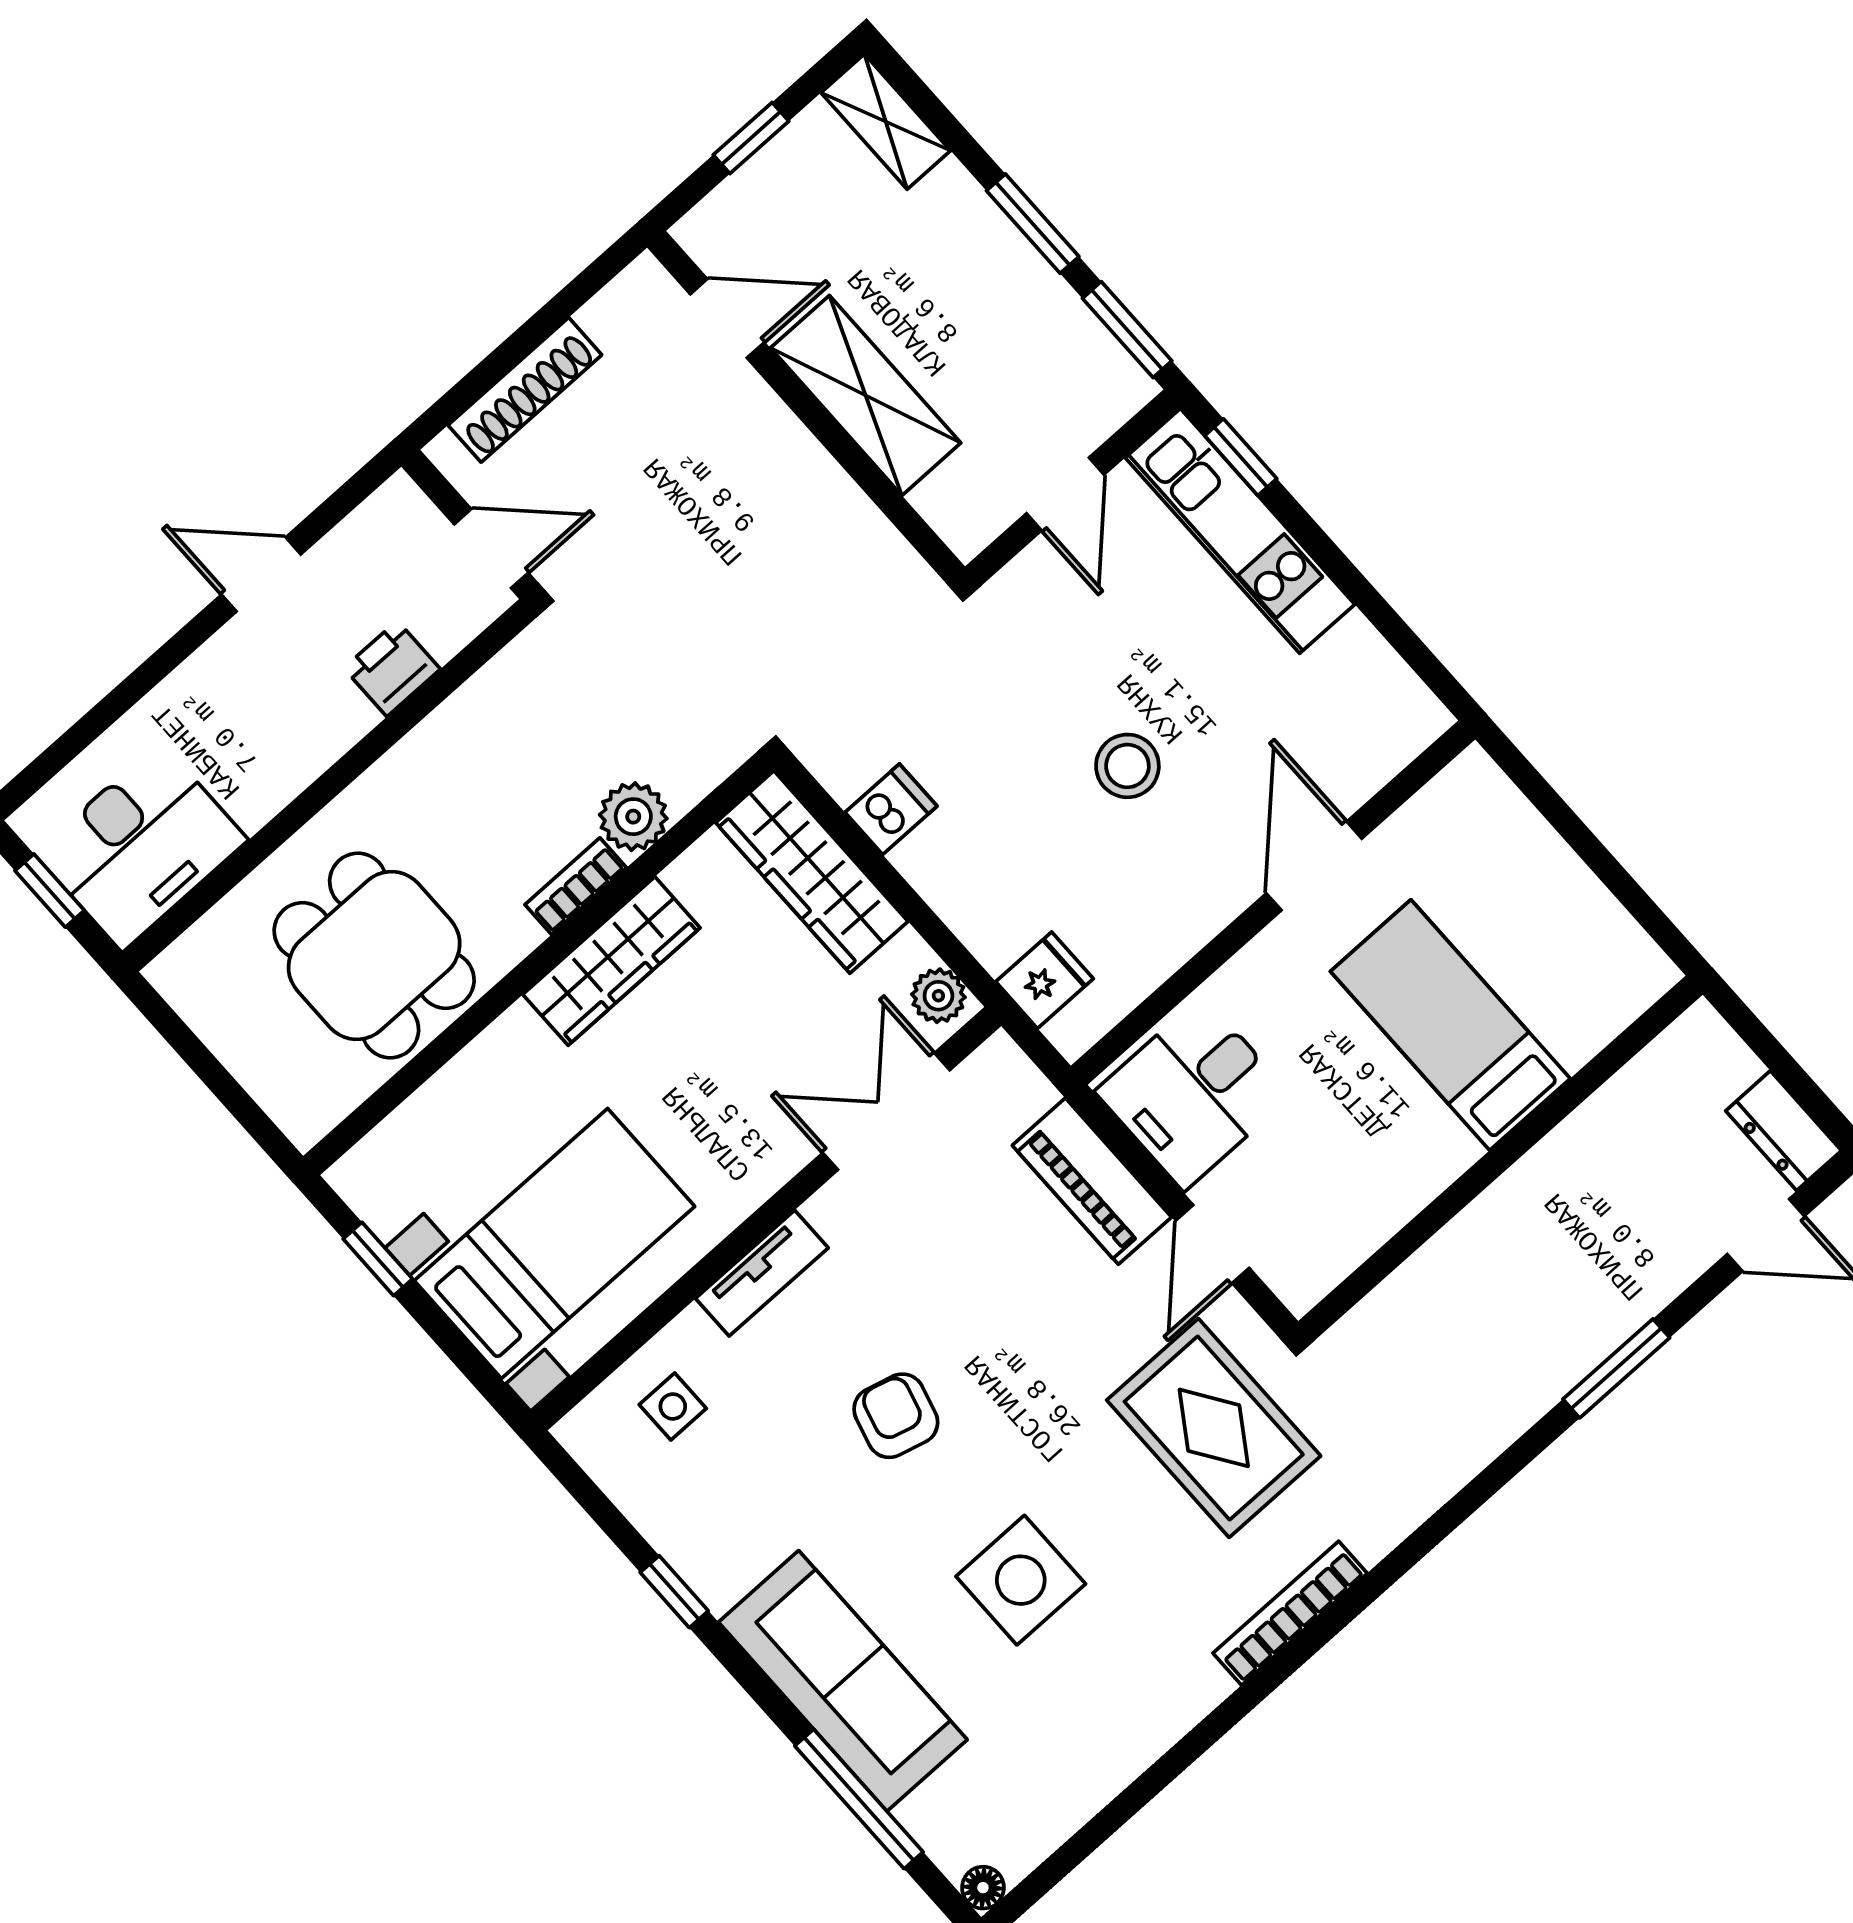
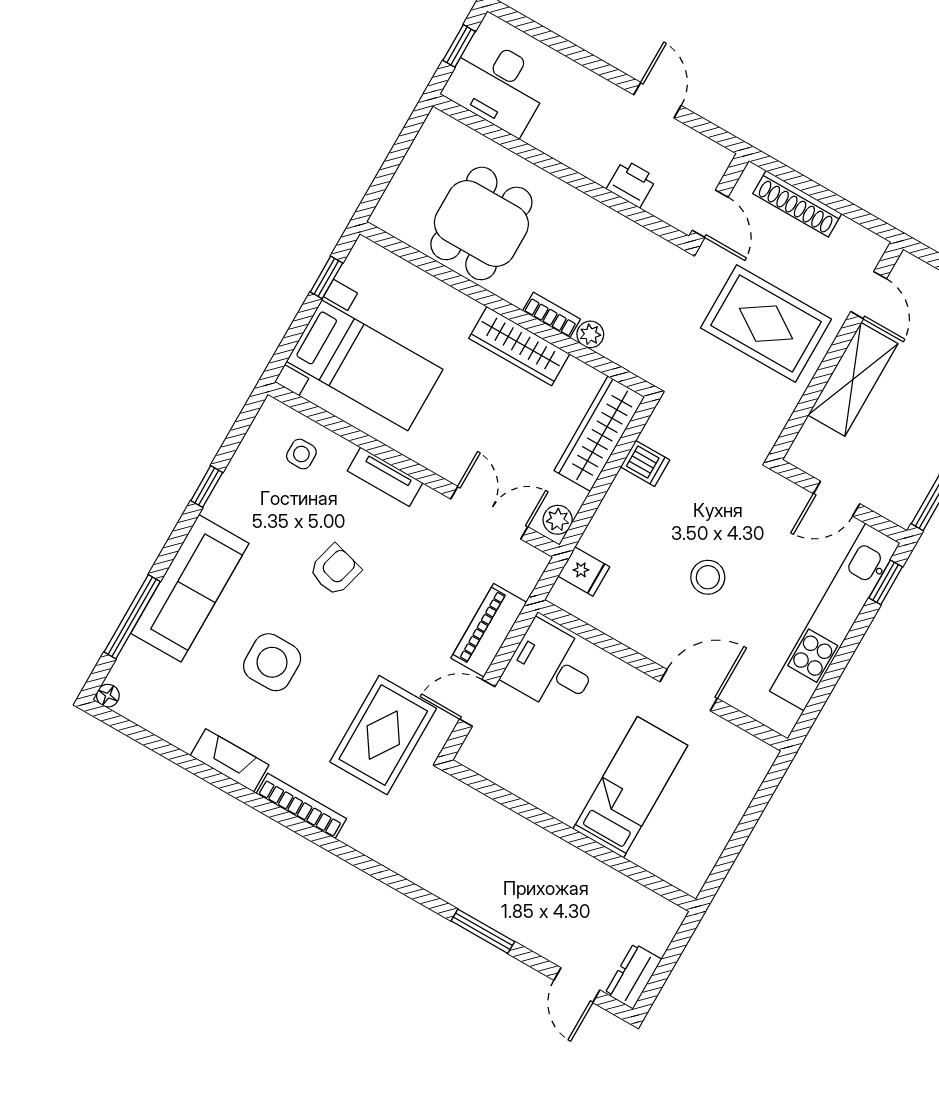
rug: (717, 515) -> (766, 324), added
kitchen unit: (1240, 531) -> (835, 617), width x1.36
plant: (633, 817) -> (590, 334), width x0.73, depth x0.73
fireplace: (1168, 1712) -> (230, 760), added

